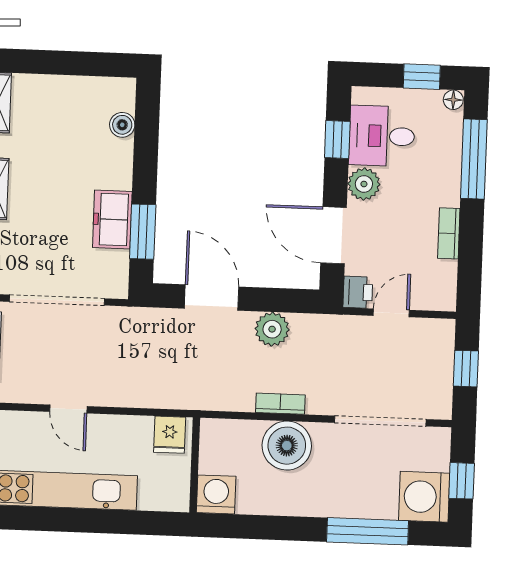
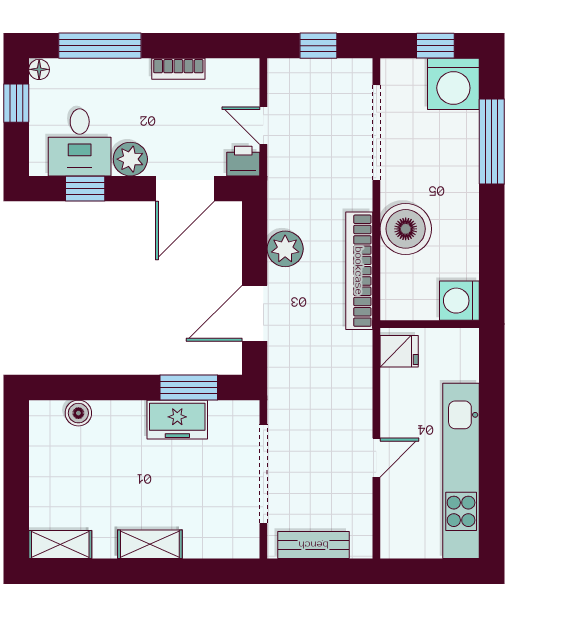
bookcase: (280, 404) -> (359, 271), width x2.31, depth x1.31

